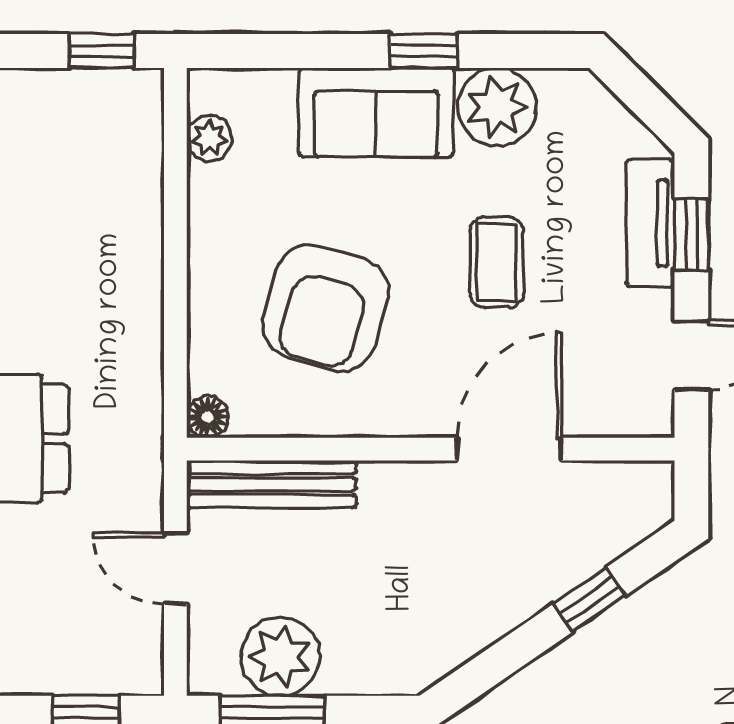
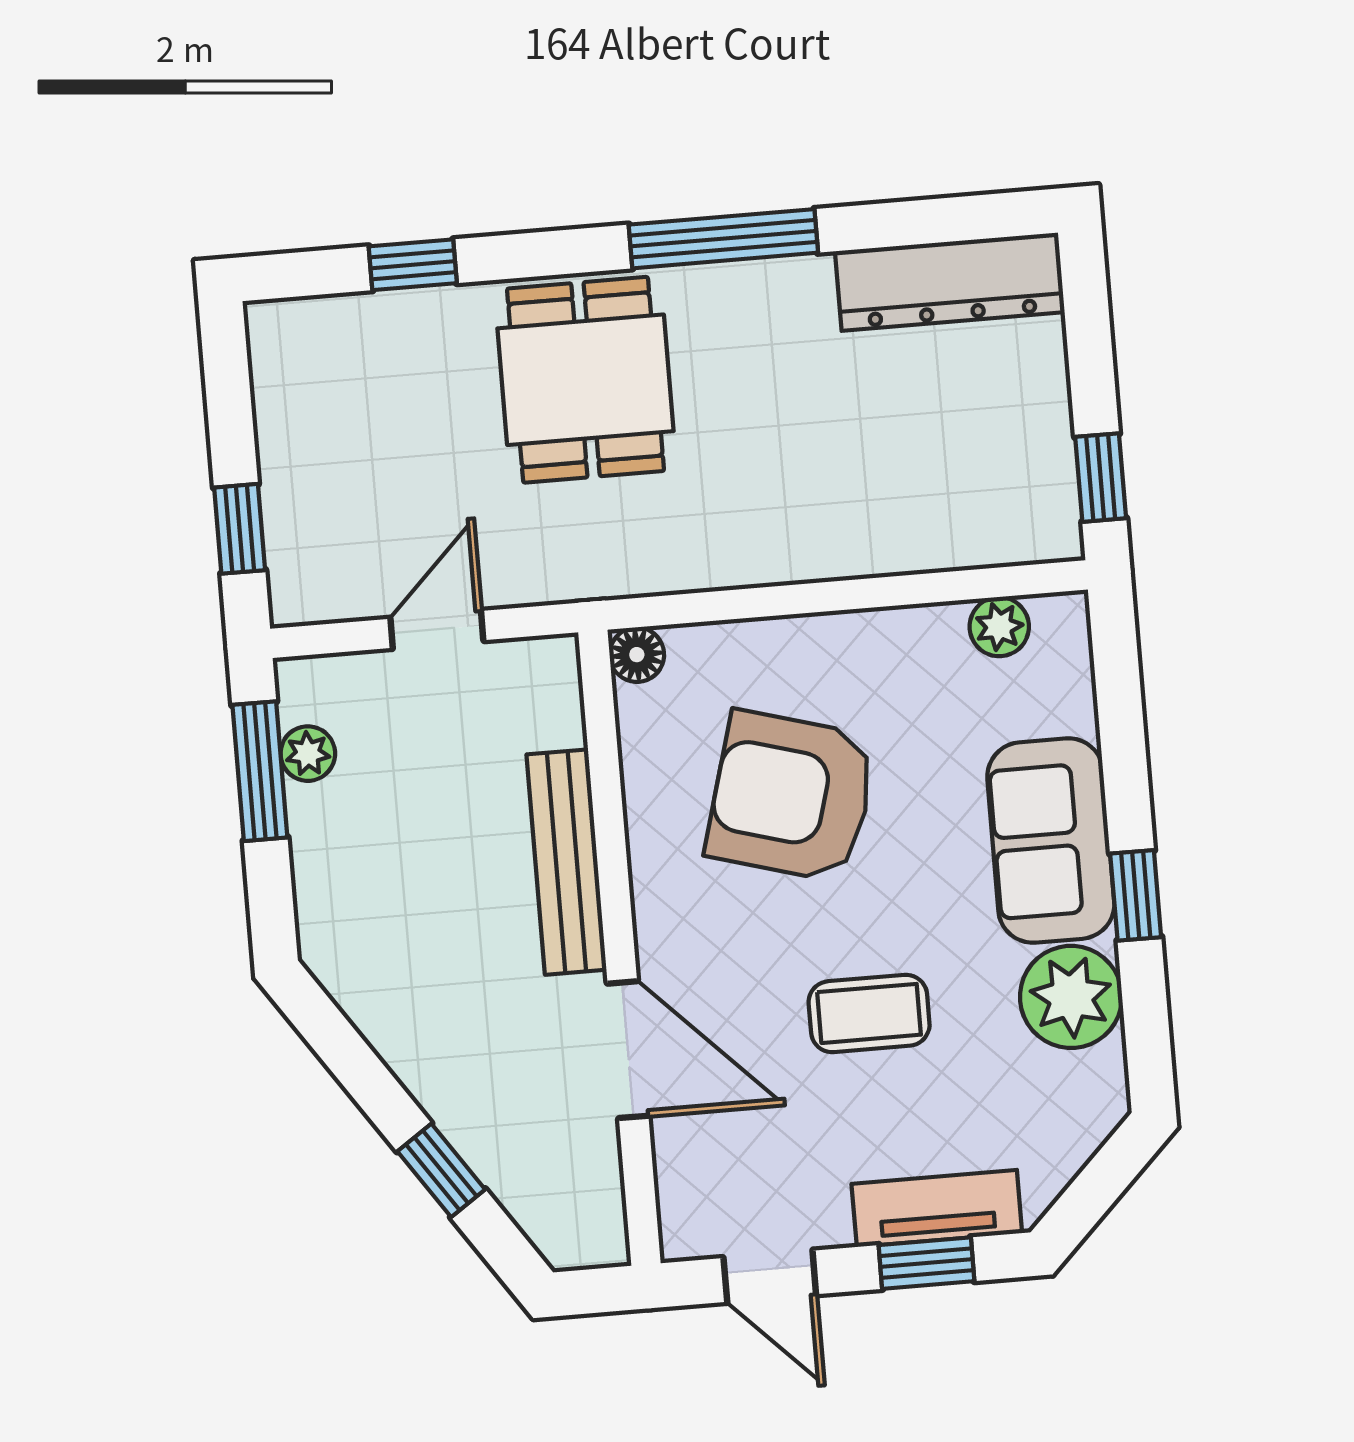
bench: (271, 484) -> (567, 862), moved
plant: (280, 657) -> (308, 754), width x0.53, depth x0.53

